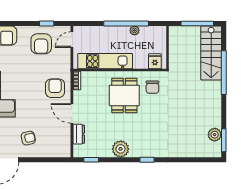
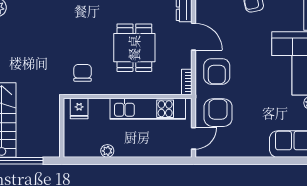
window: (47, 23) -> (228, 161), removed
window: (126, 23) -> (119, 161), removed
armchair: (41, 44) -> (218, 113), moved
dining table: (124, 95) -> (134, 48), moved

